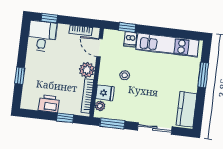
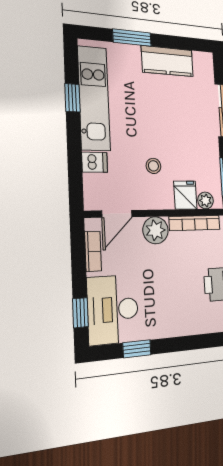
window: (127, 27) -> (73, 98), moved
desk: (42, 36) -> (113, 309), width x1.37
window: (20, 76) -> (137, 349), moved
kitchen counter: (186, 109) -> (167, 61), moved

